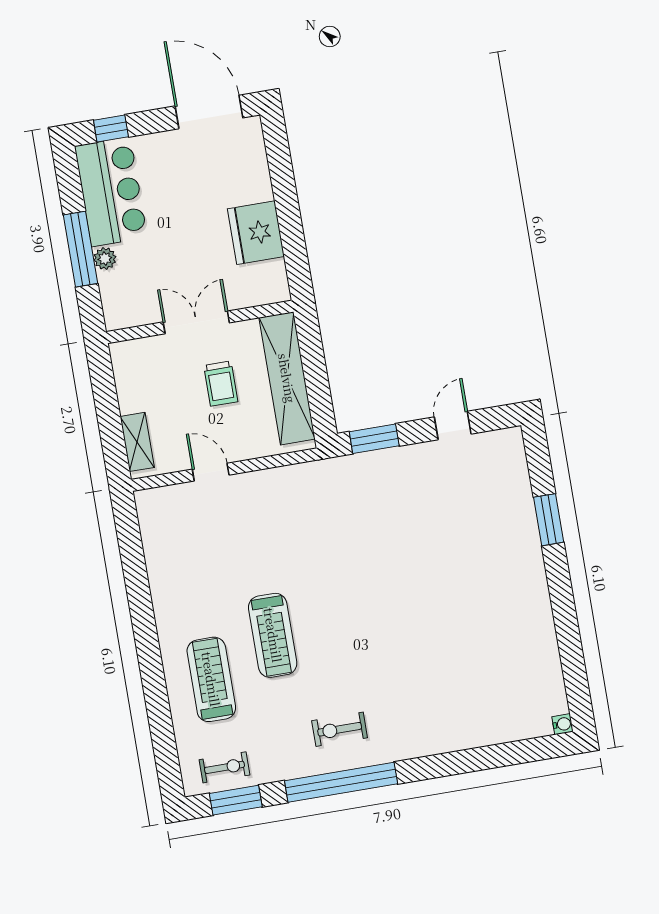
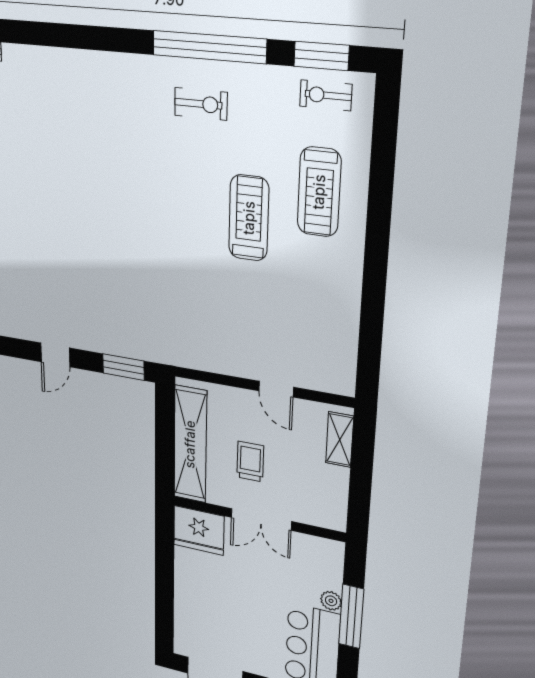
fridge: (256, 233) -> (199, 530), moved, turned 90

